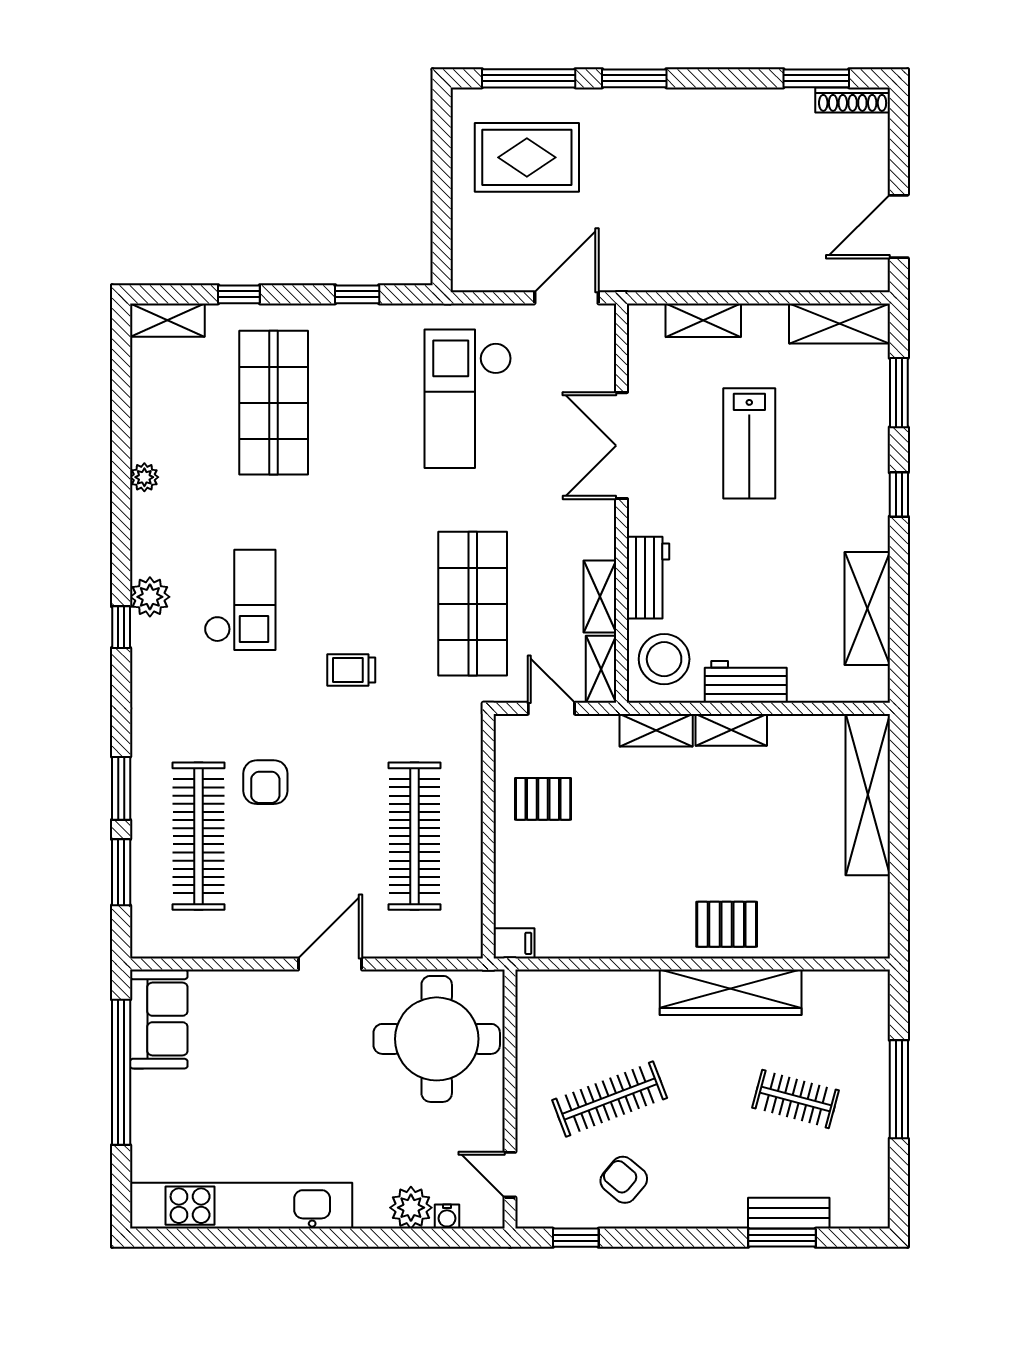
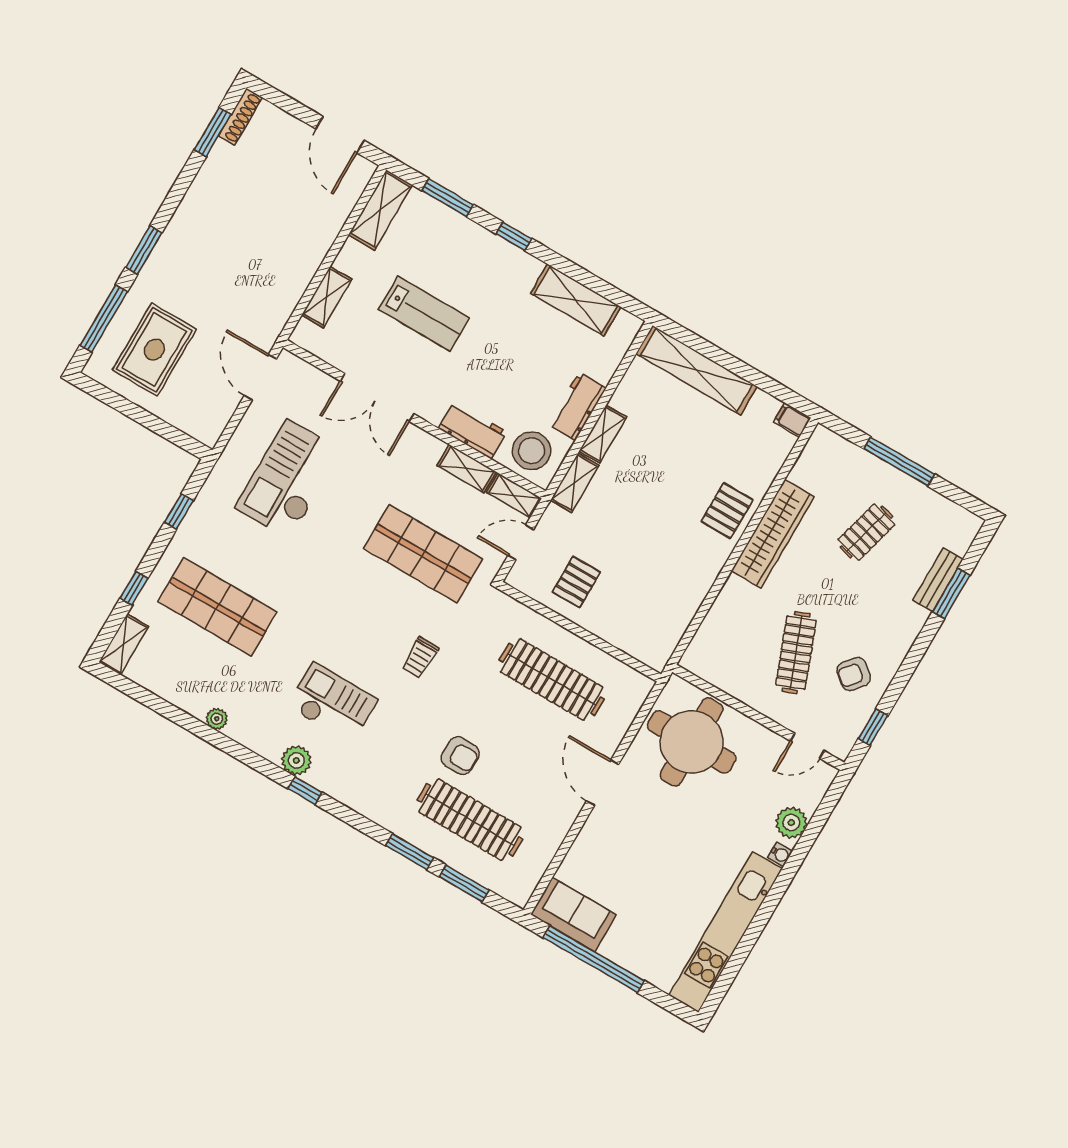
checkout: (468, 399) -> (288, 479), turned 90
filing cabinet: (514, 943) -> (792, 420), moved, turned -90
water cooler: (447, 1216) -> (780, 854), moved

